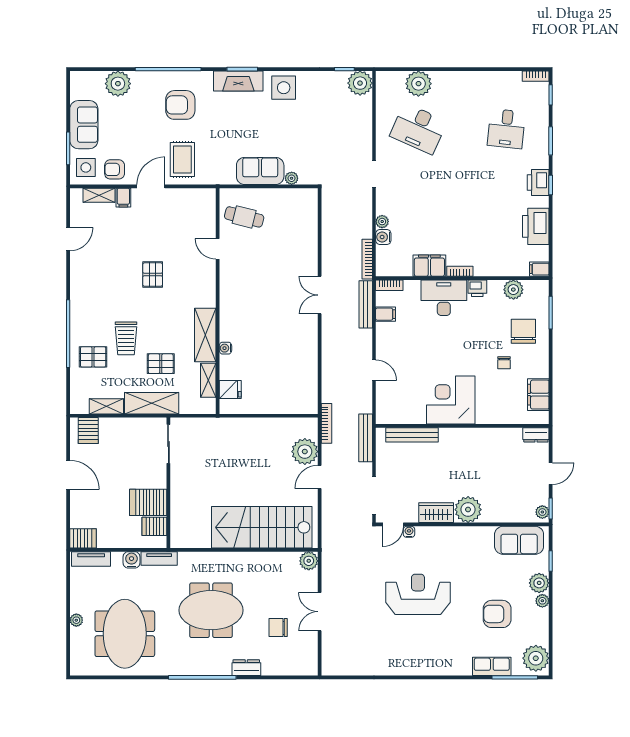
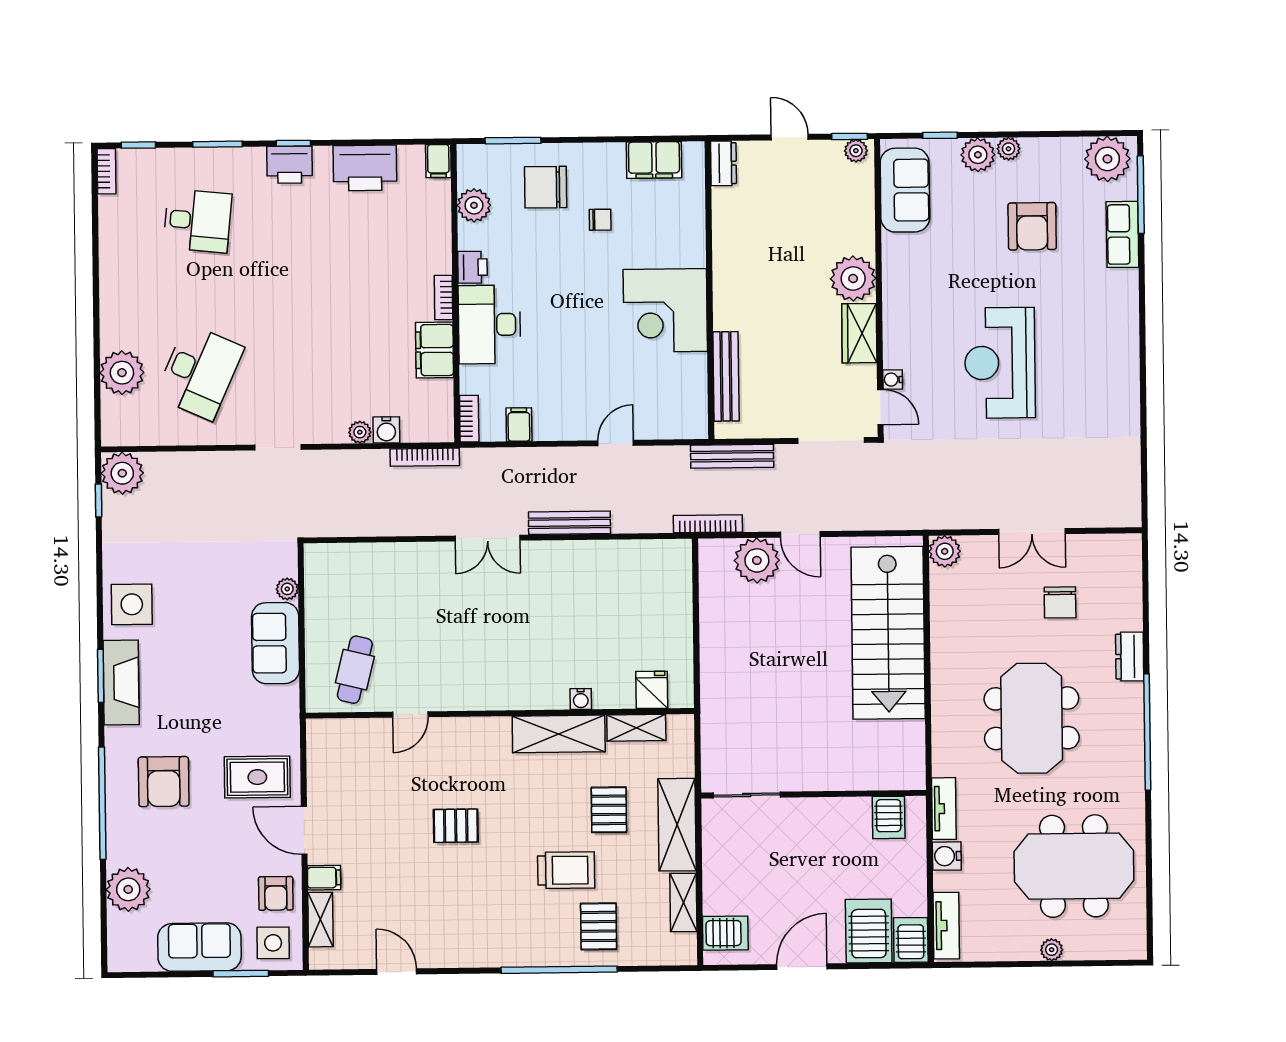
bench: (366, 304) -> (569, 523), moved
server rack: (148, 502) -> (869, 931), moved, turned 180

